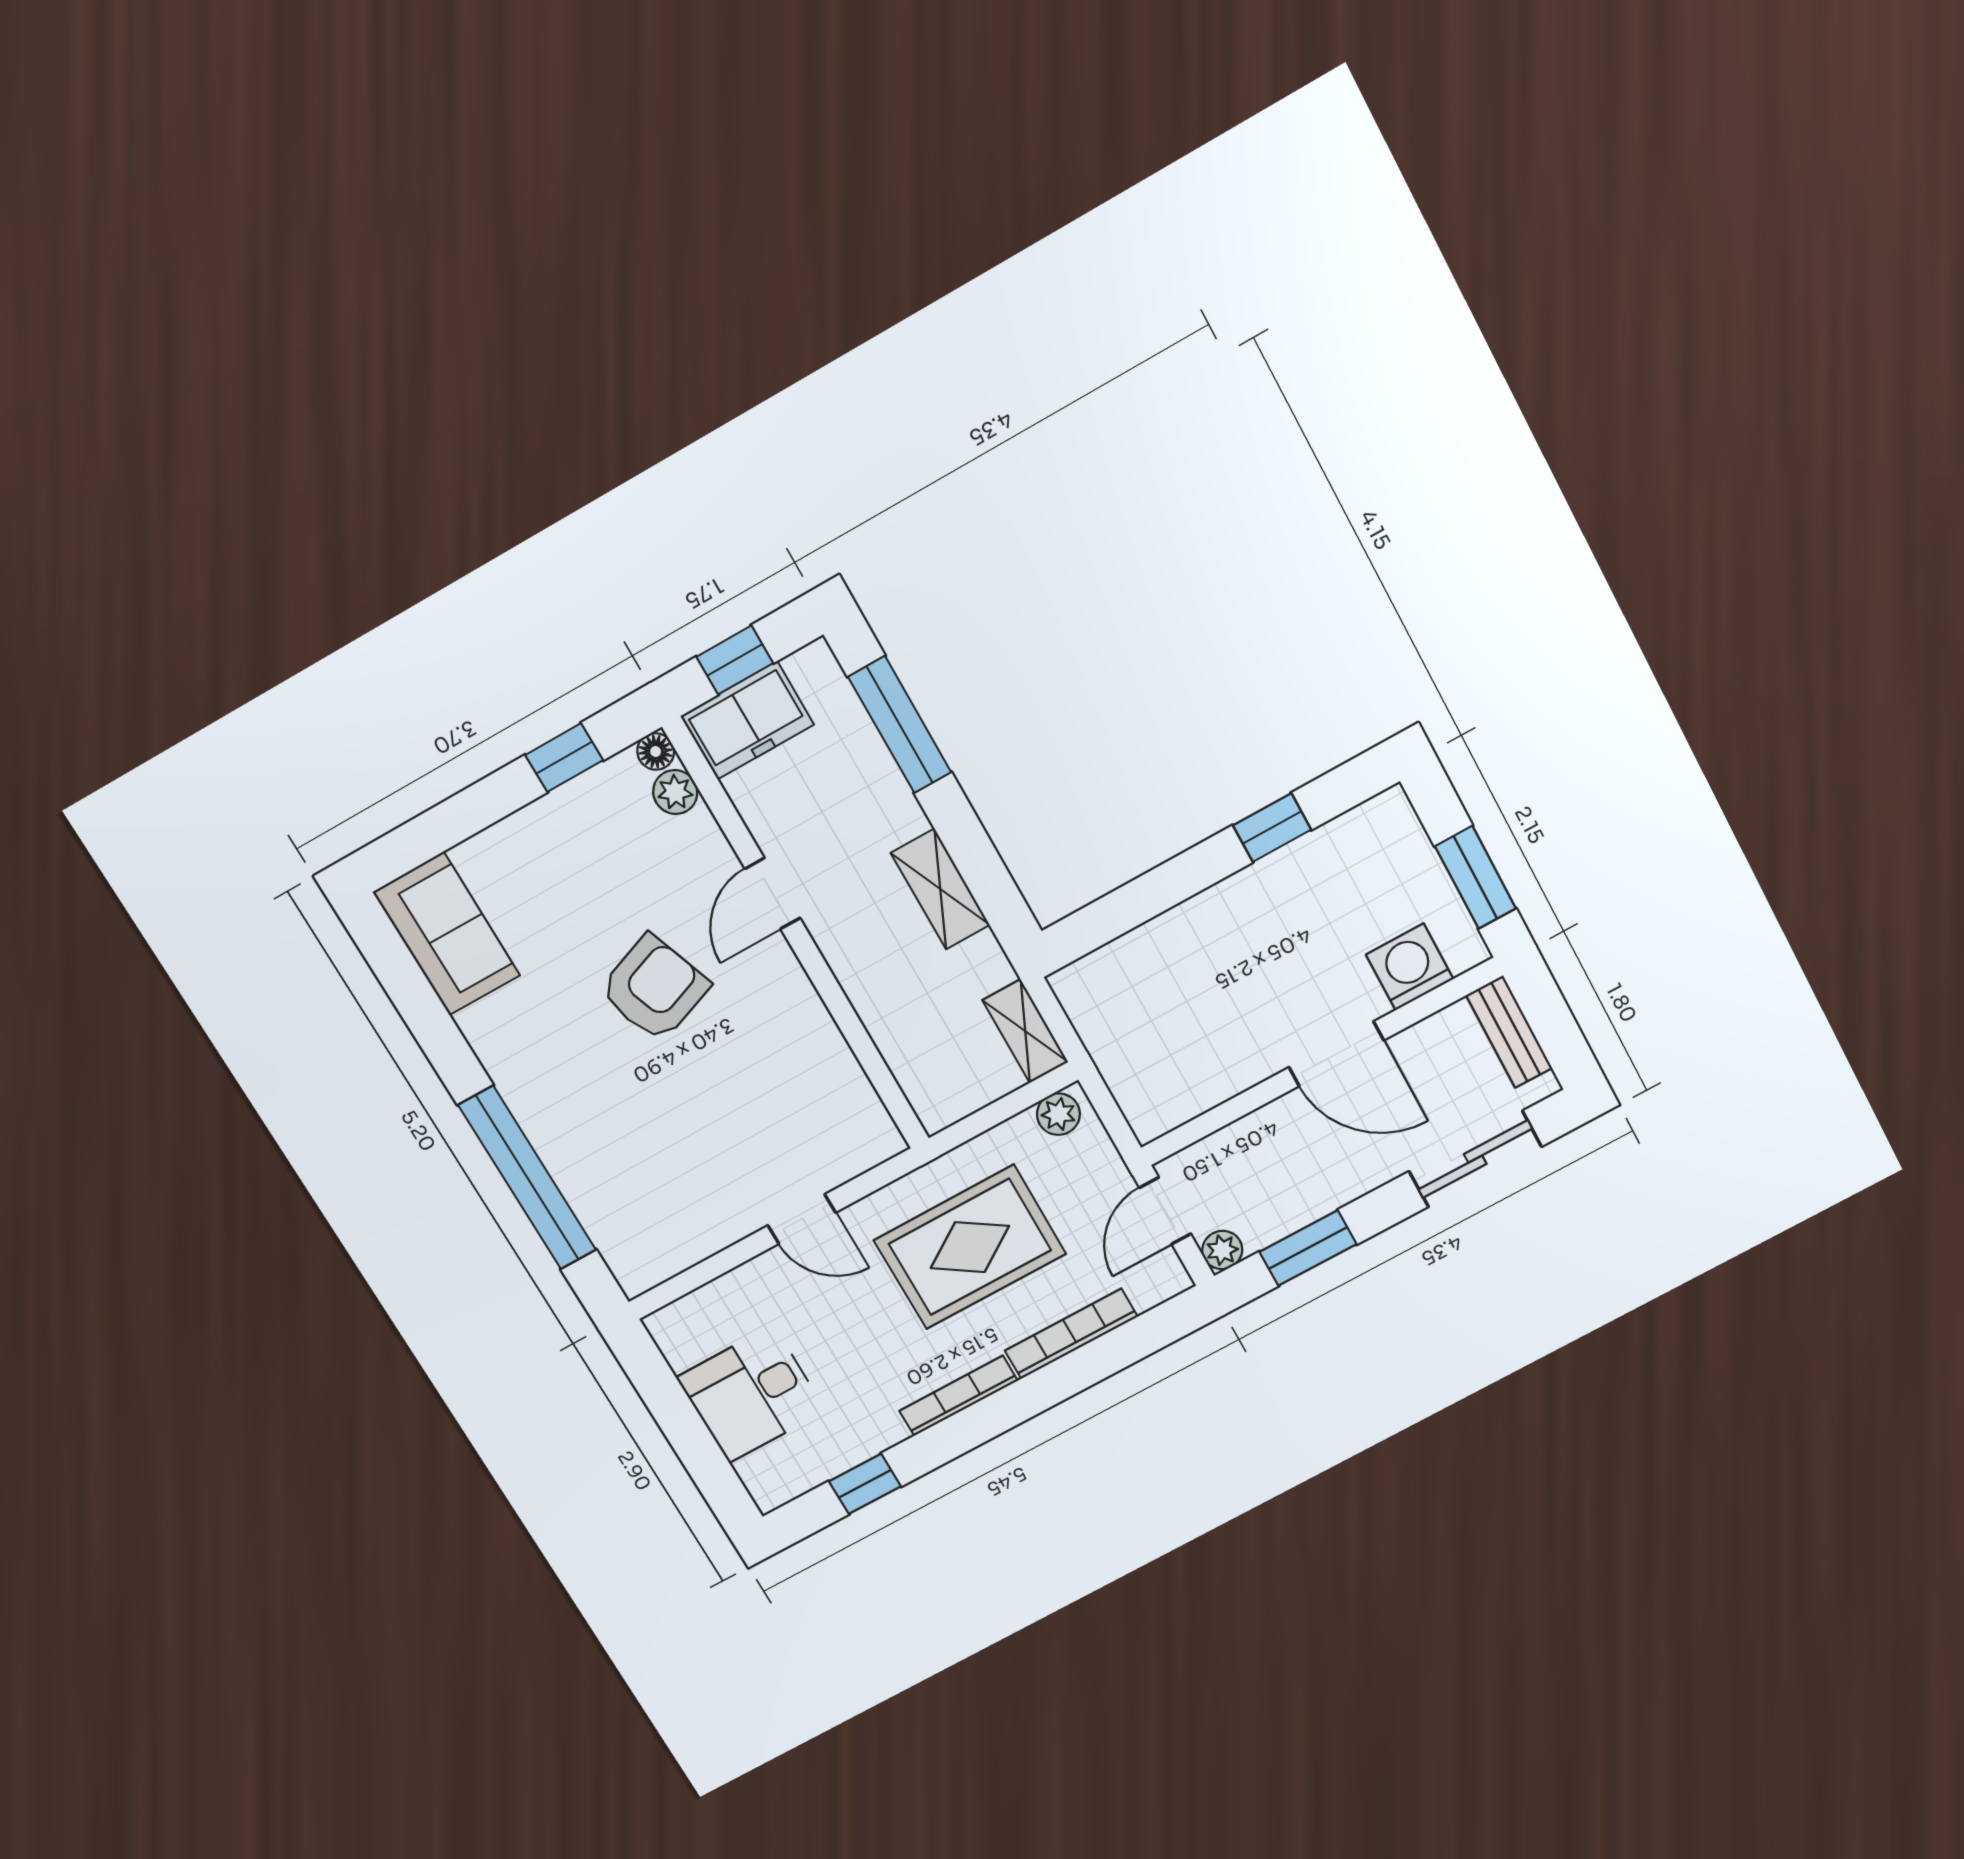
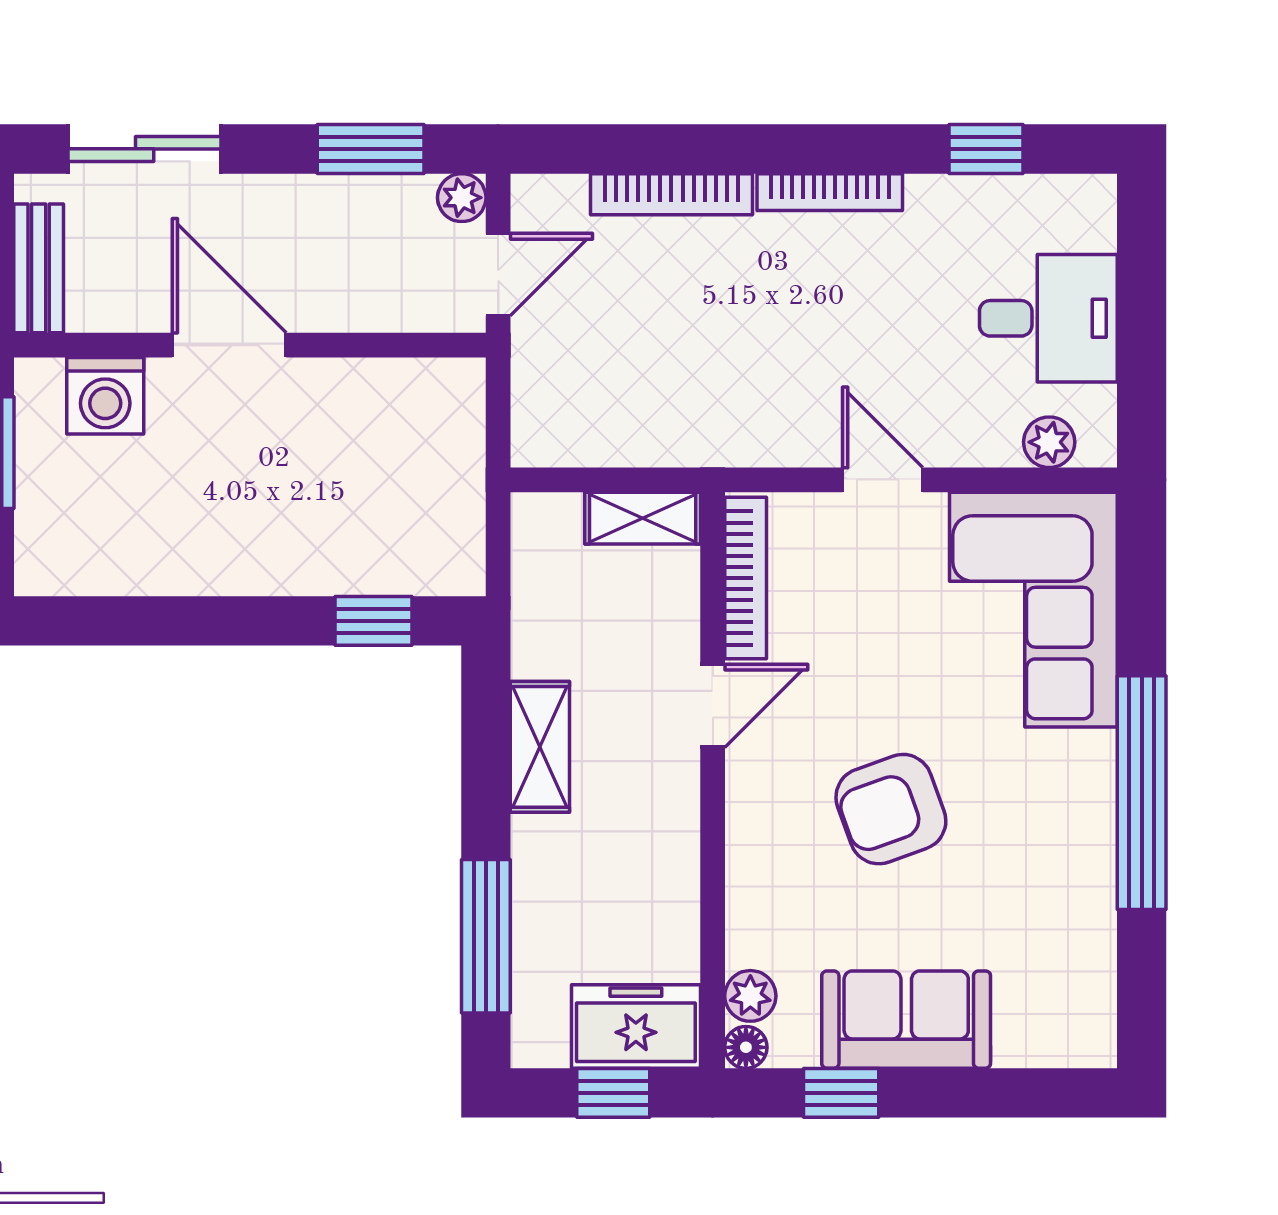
window: (1272, 828) -> (374, 621), moved
door: (772, 893) -> (713, 706), moved
sofa: (446, 934) -> (906, 1020), moved, turned 90
shelving: (1025, 1031) -> (643, 518), moved, turned 90
bookcase: (860, 1096) -> (746, 578), added
plant: (1058, 1114) -> (1049, 442), moved
window: (527, 1178) -> (1142, 793), moved
corner sofa: (638, 1188) -> (1033, 610), added
rug: (970, 1247) -> (724, 350), removed

